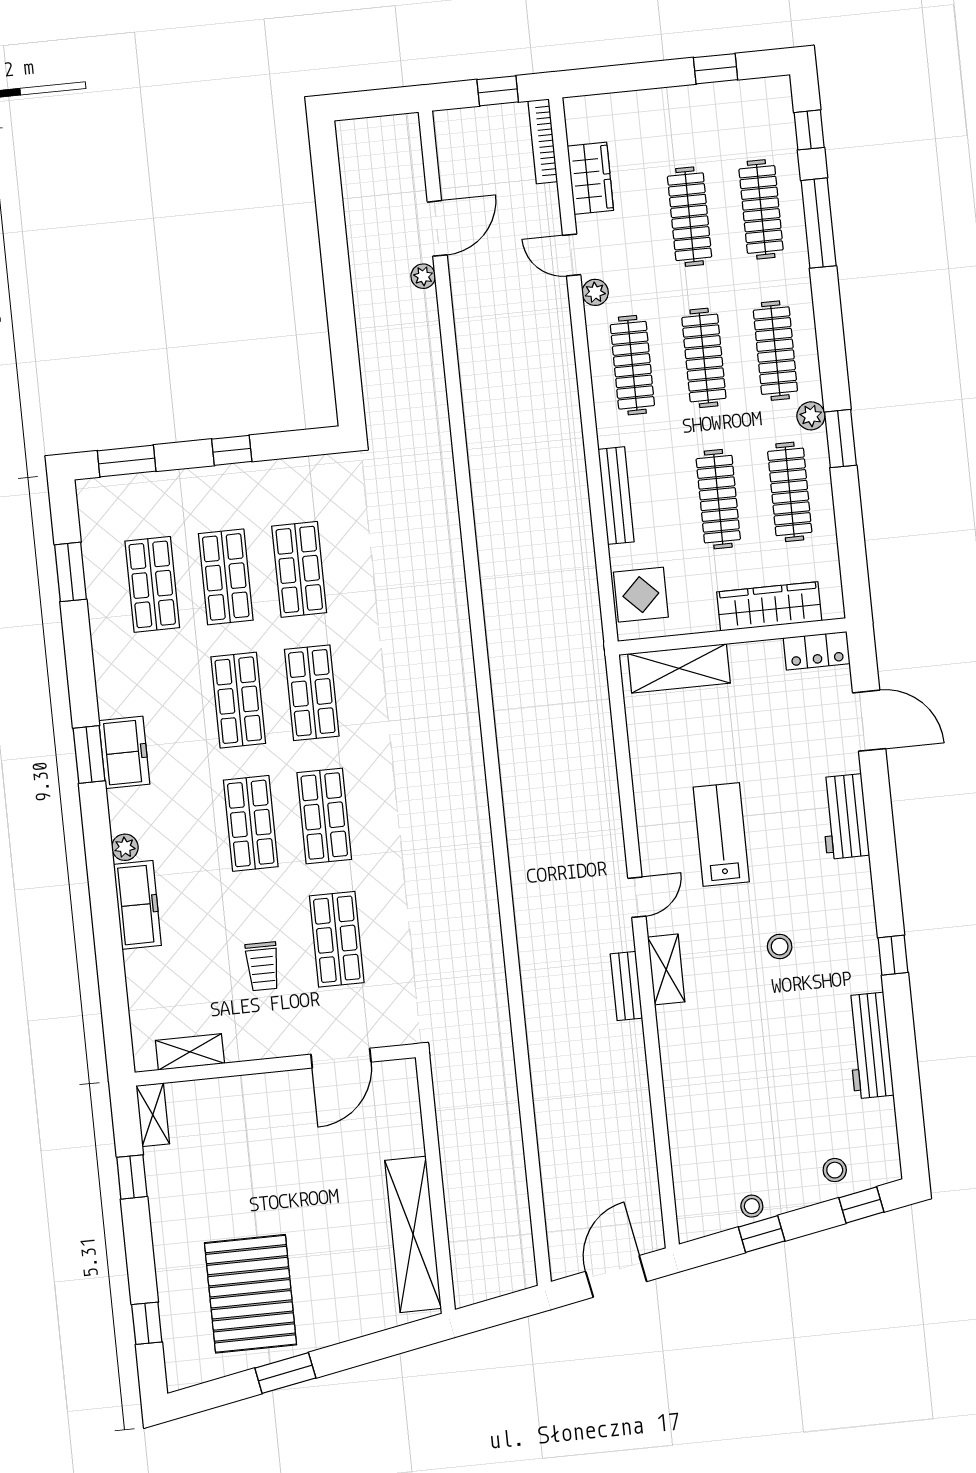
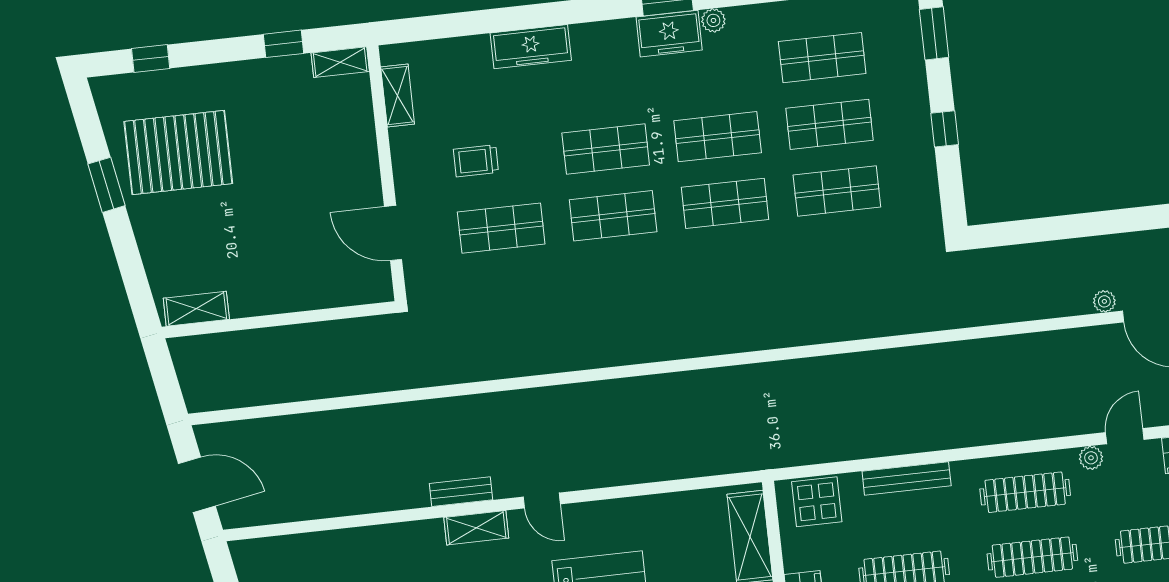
plant: (125, 847) -> (713, 20), moved
shelving: (413, 1234) -> (196, 309), width x0.45, depth x0.75

